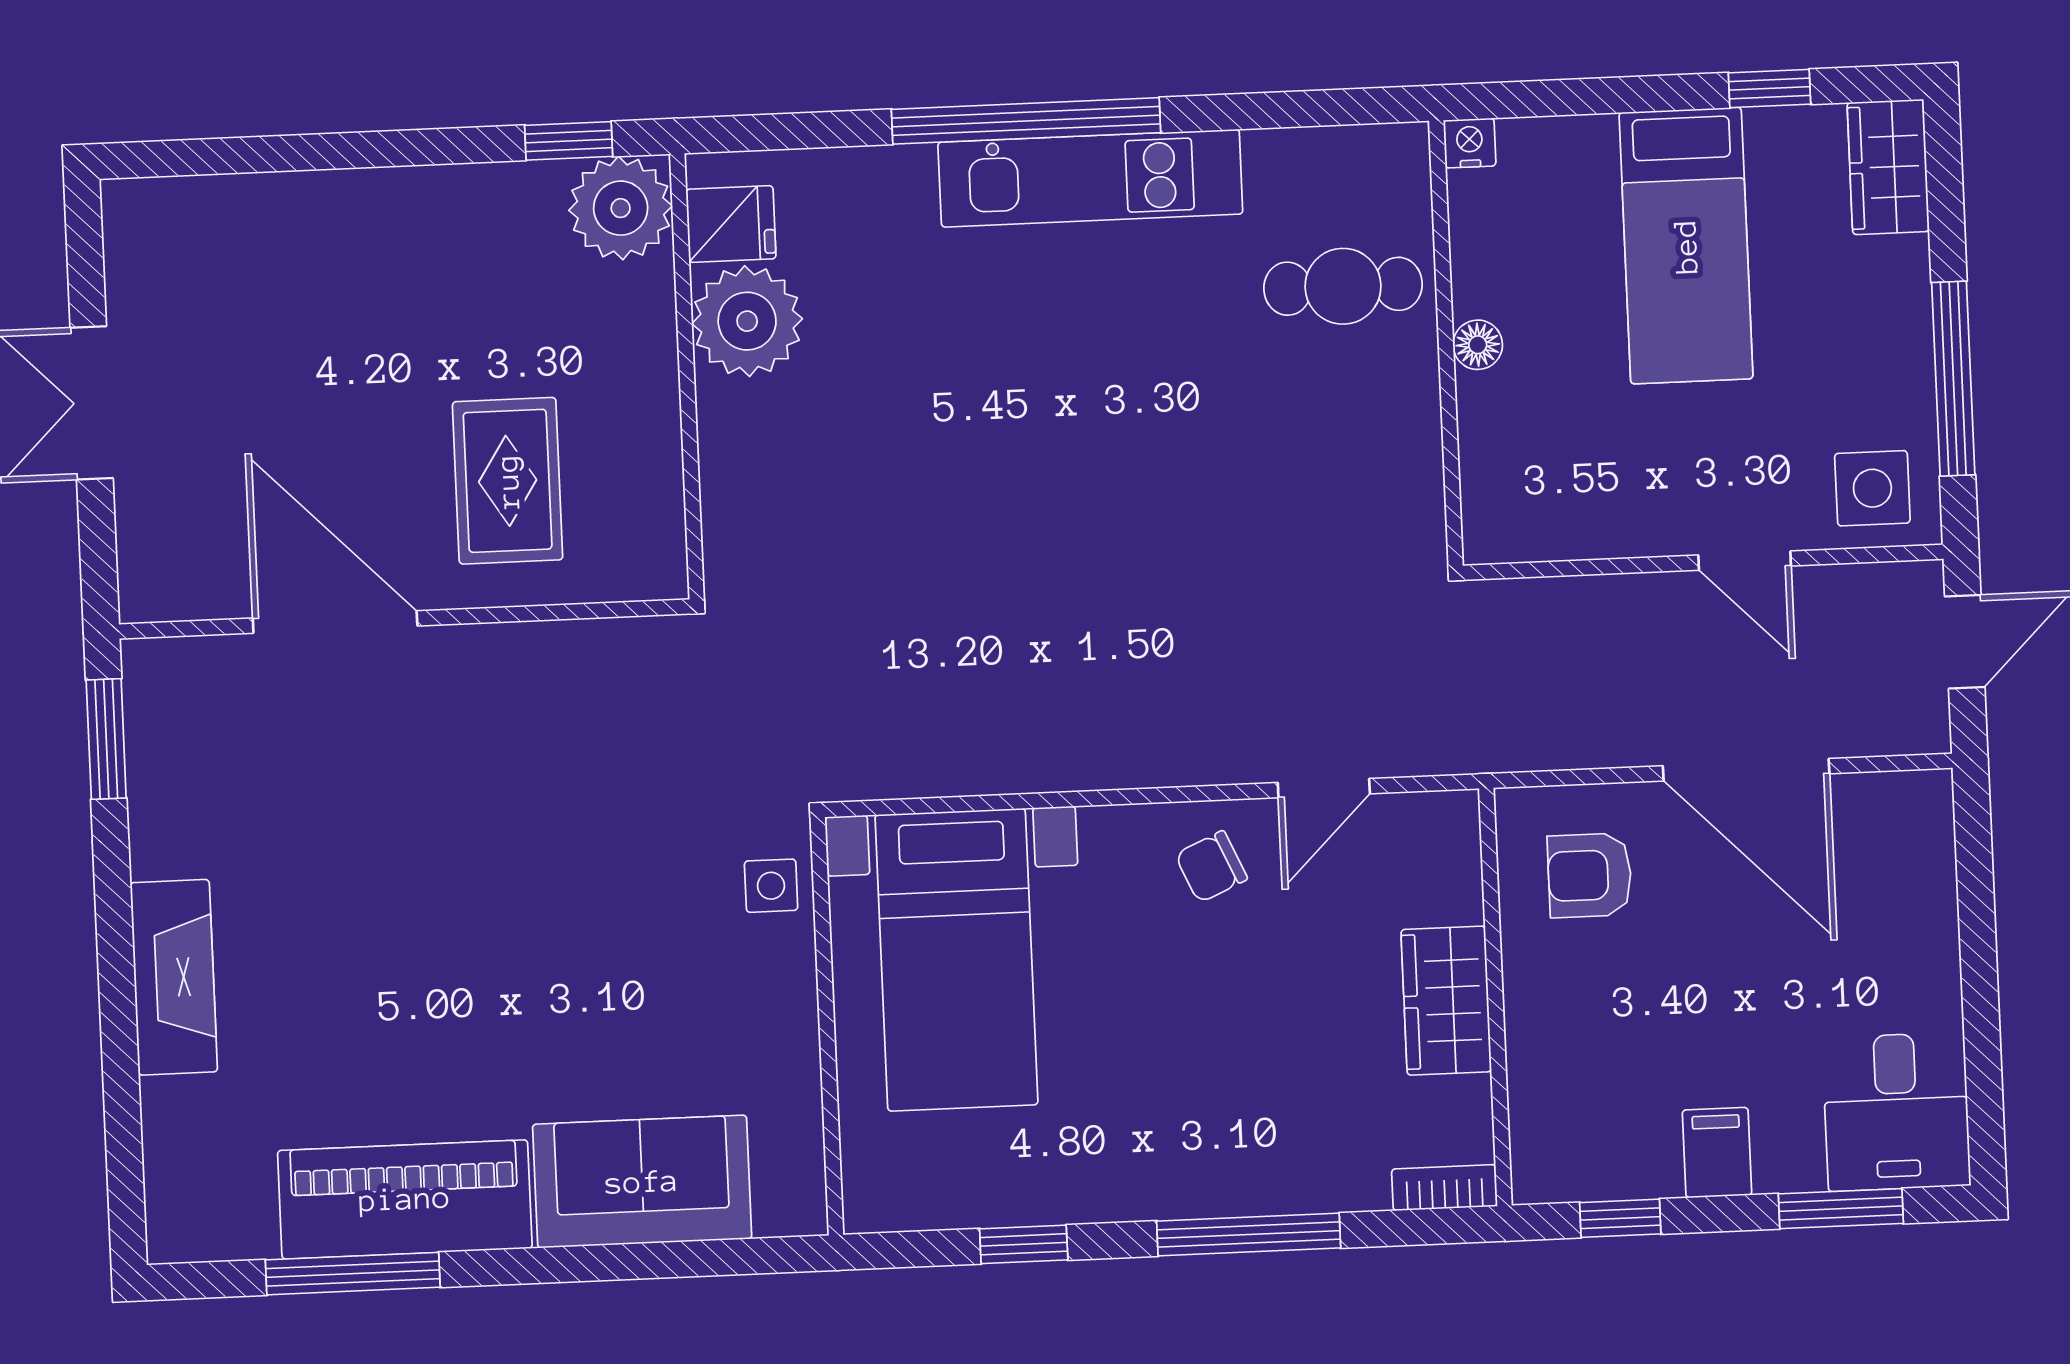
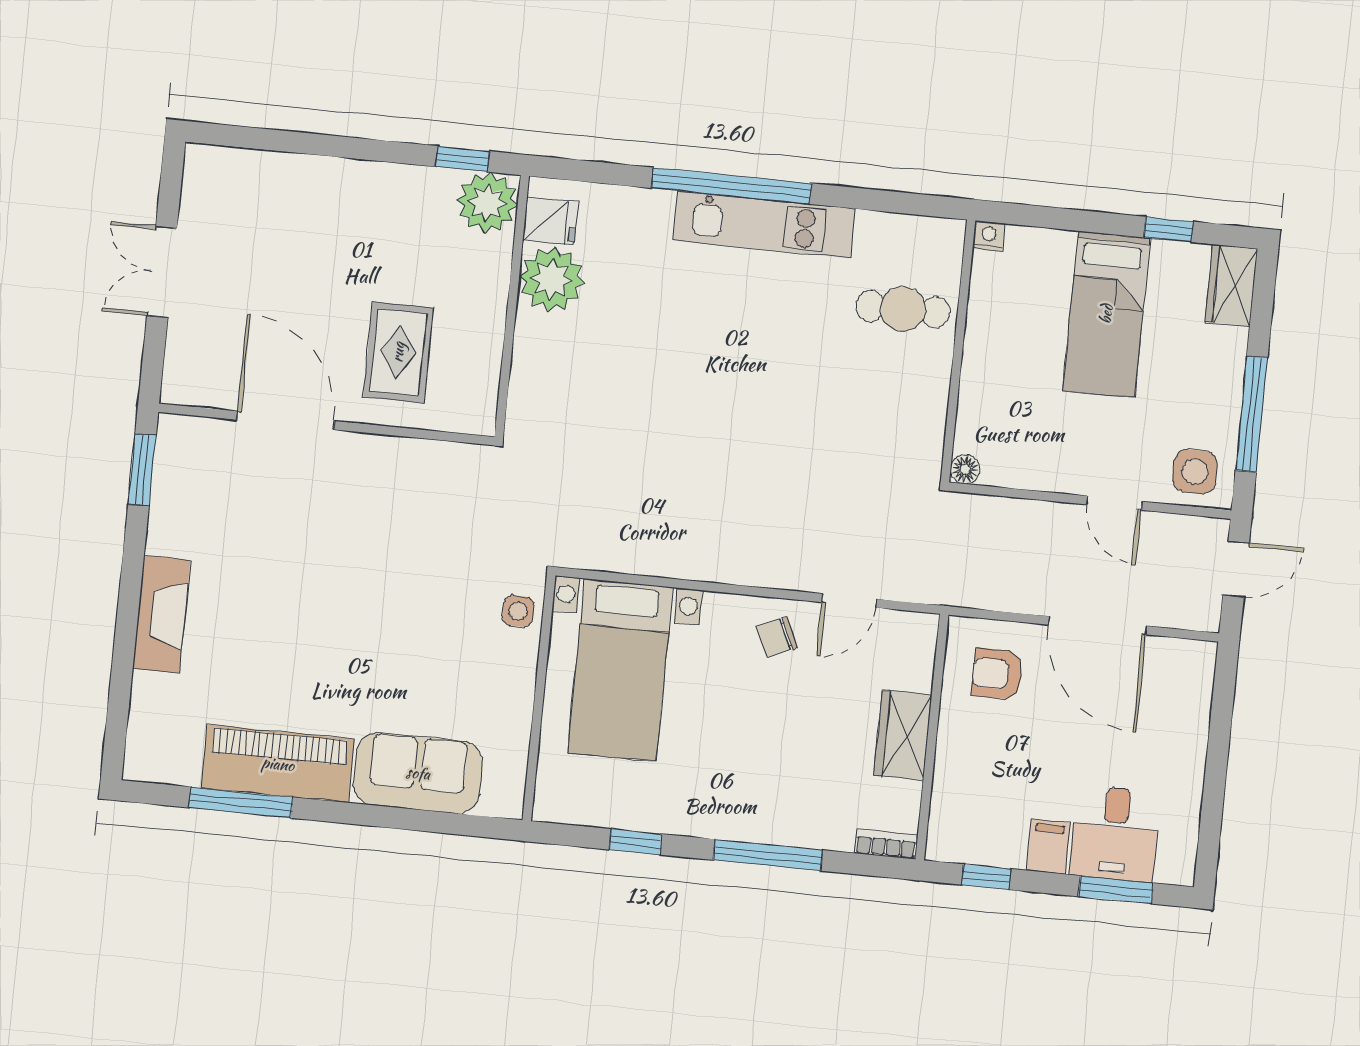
floor lamp: (1478, 345) -> (965, 469), moved
desk: (1896, 1112) -> (1115, 834), moved

